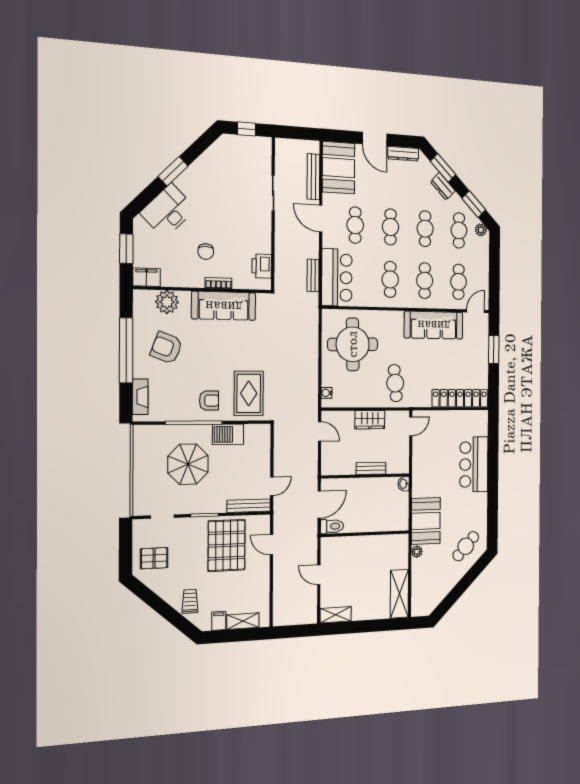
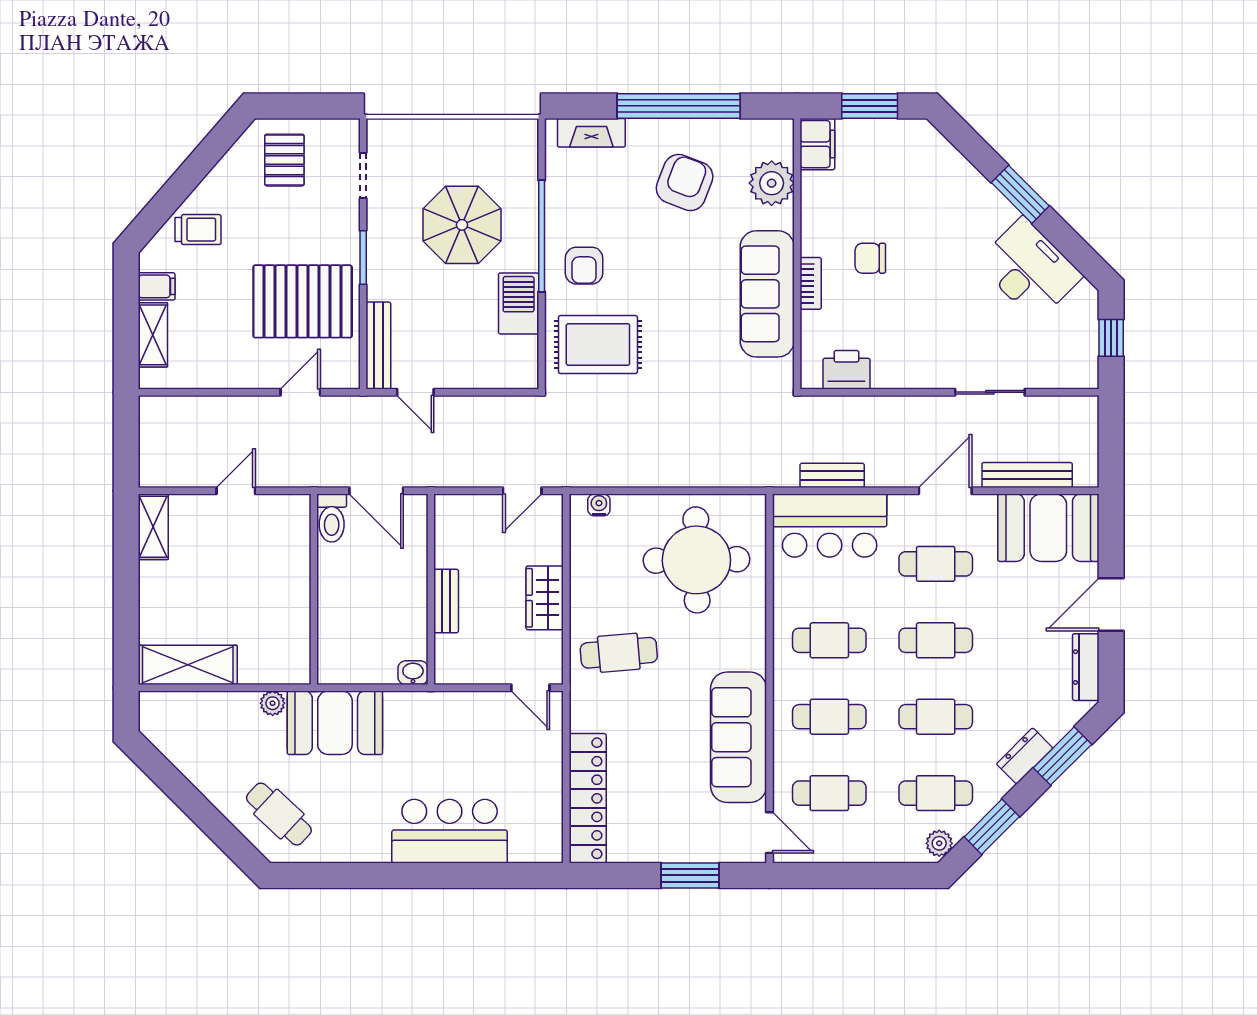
desk: (168, 211) -> (1030, 269), moved

